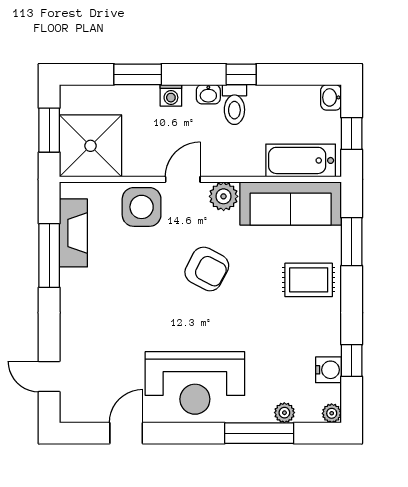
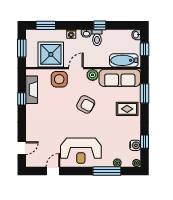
window: (138, 74) -> (46, 25), moved
shower: (91, 146) -> (51, 54), moved
window: (49, 256) -> (22, 99), width x0.46
door: (49, 377) -> (22, 148), swing flipped

